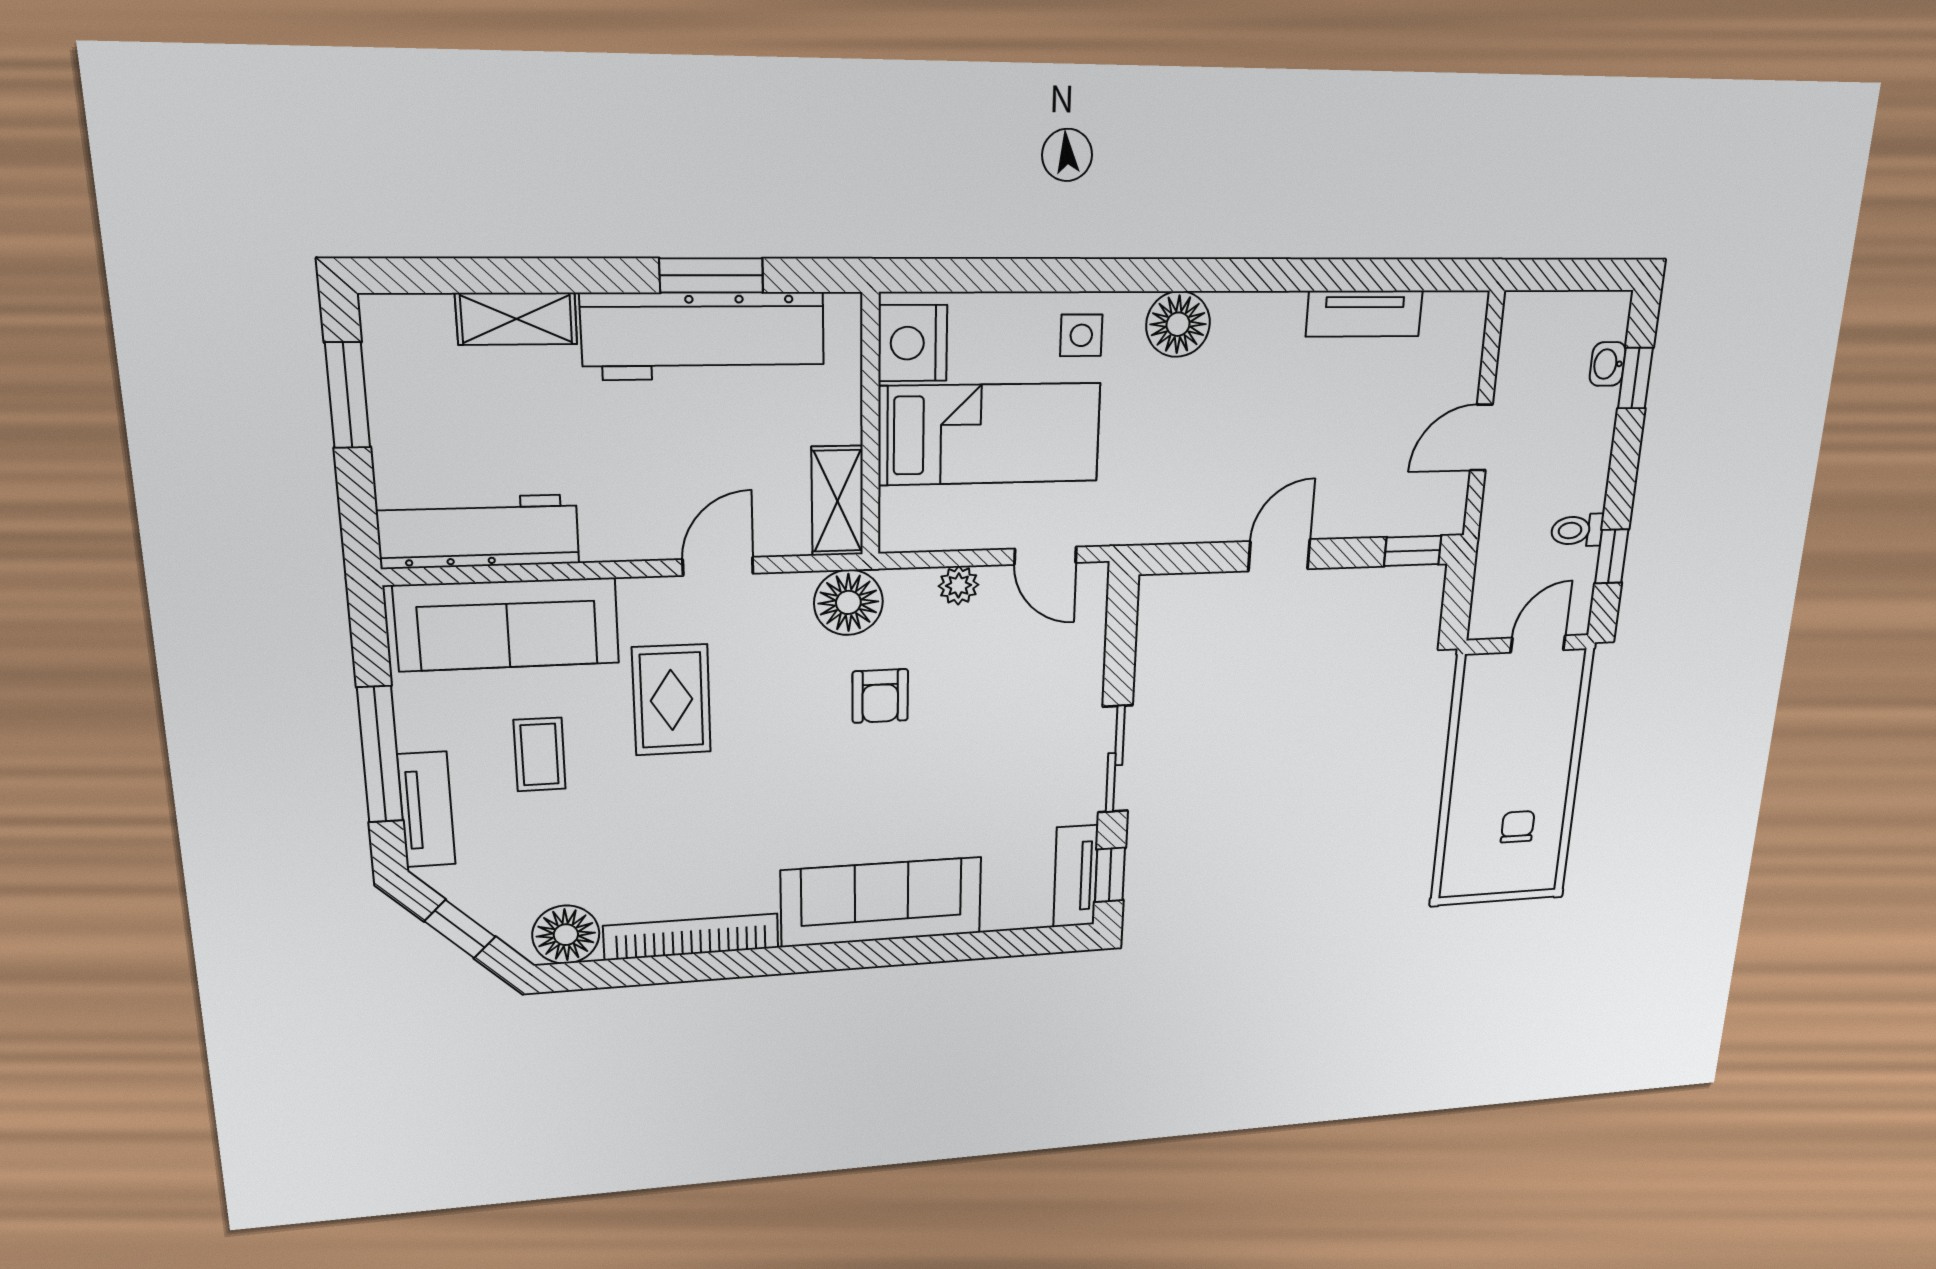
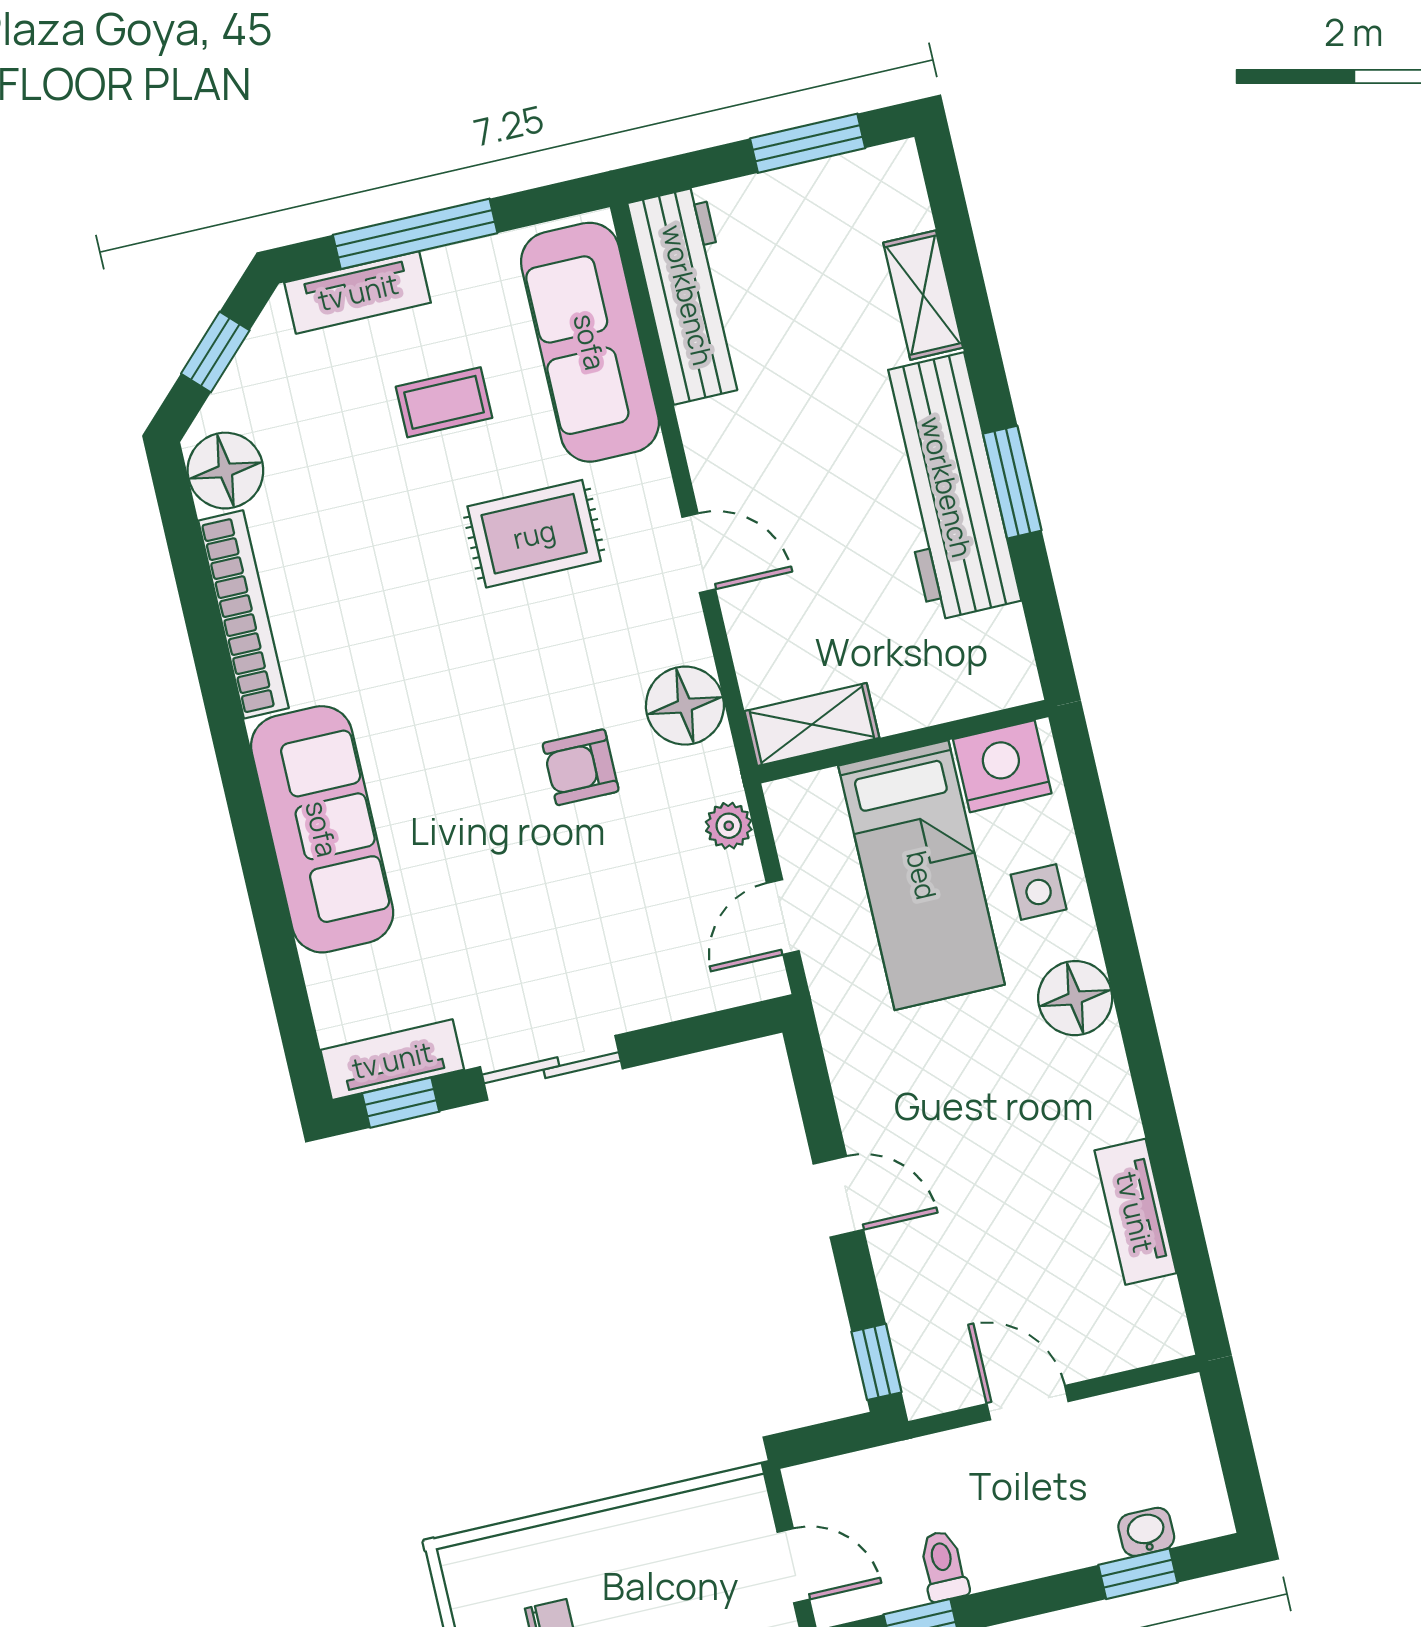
nightstand: (913, 343) -> (1002, 766), moved
wall: (870, 426) -> (903, 742), moved
bed: (990, 434) -> (922, 875), moved
shelving: (837, 501) -> (812, 724), moved

